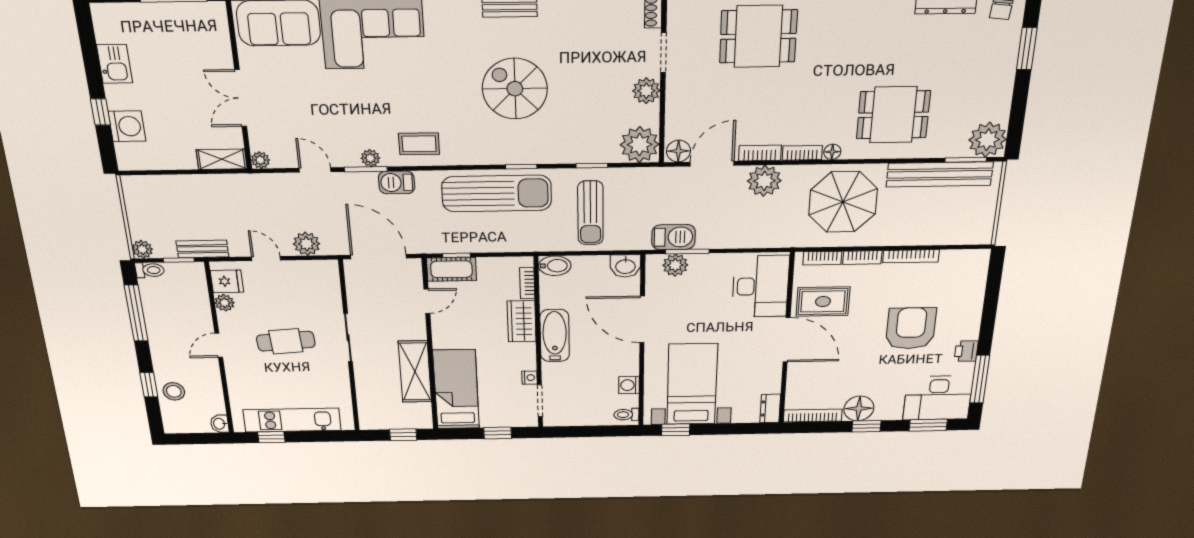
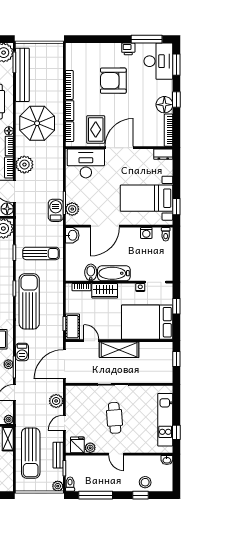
sun lounger: (199, 201) -> (31, 453), added
bidet: (555, 266) -> (91, 272), moved
shelving: (415, 372) -> (119, 350), moved
bed: (456, 389) -> (147, 322), width x1.50

